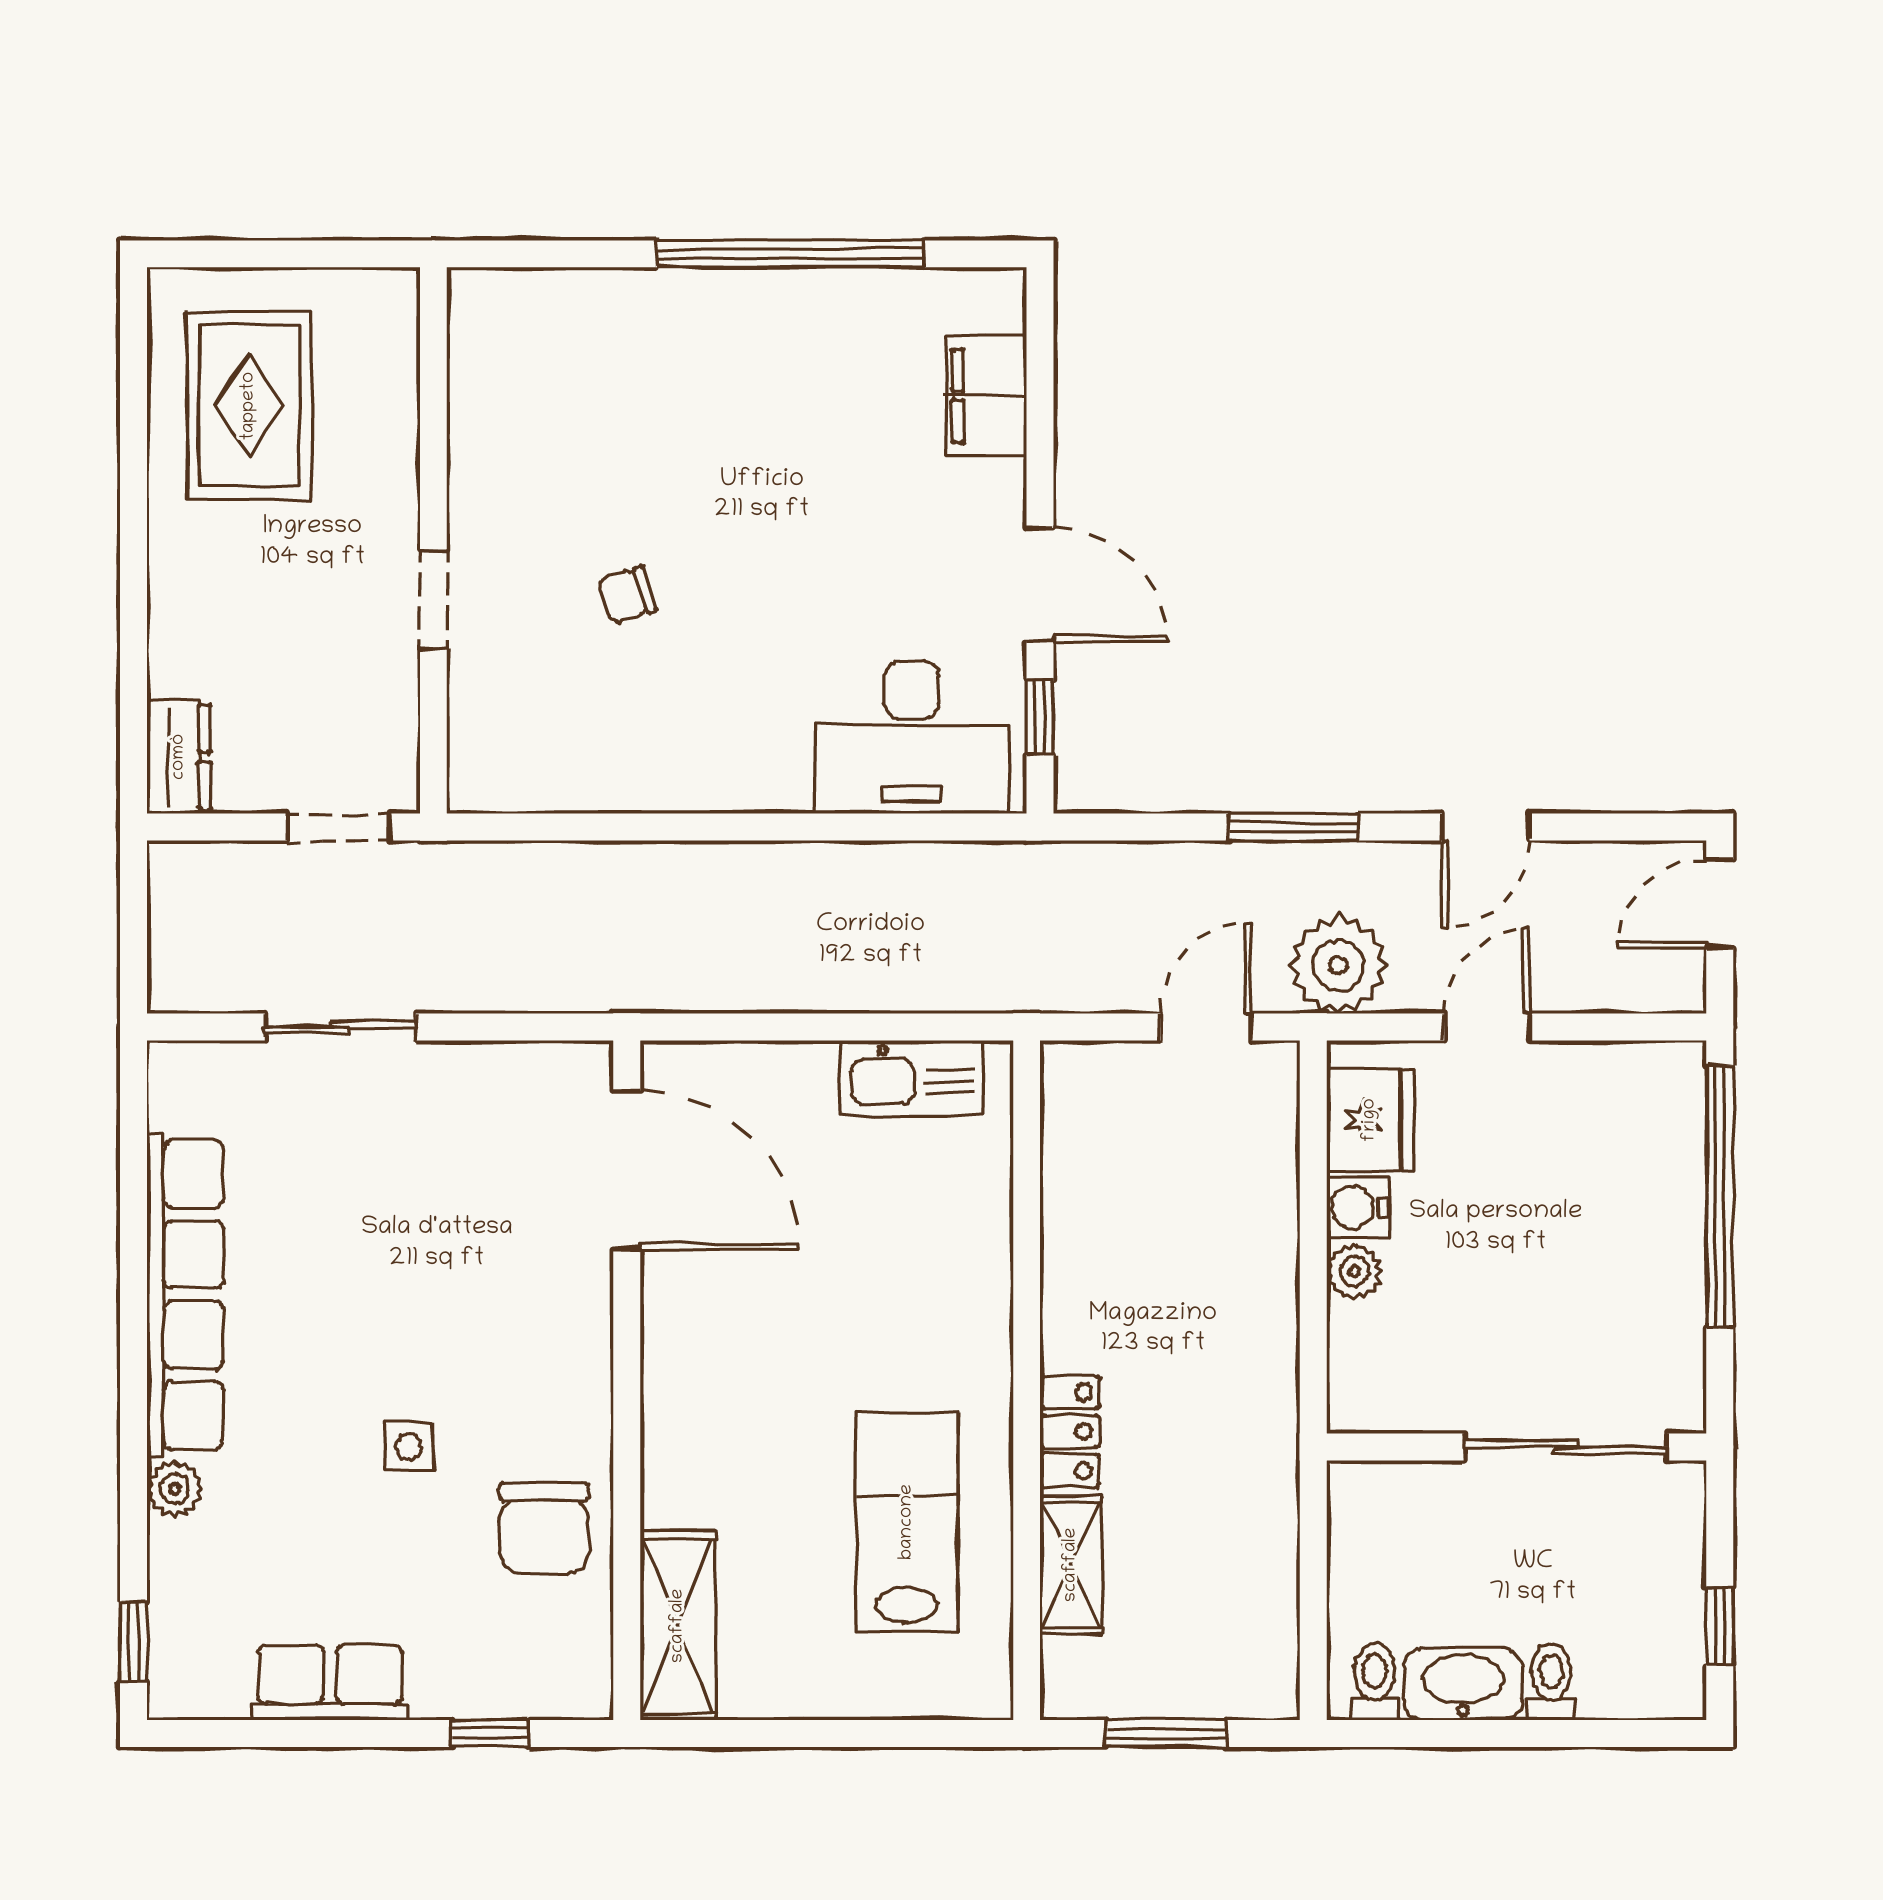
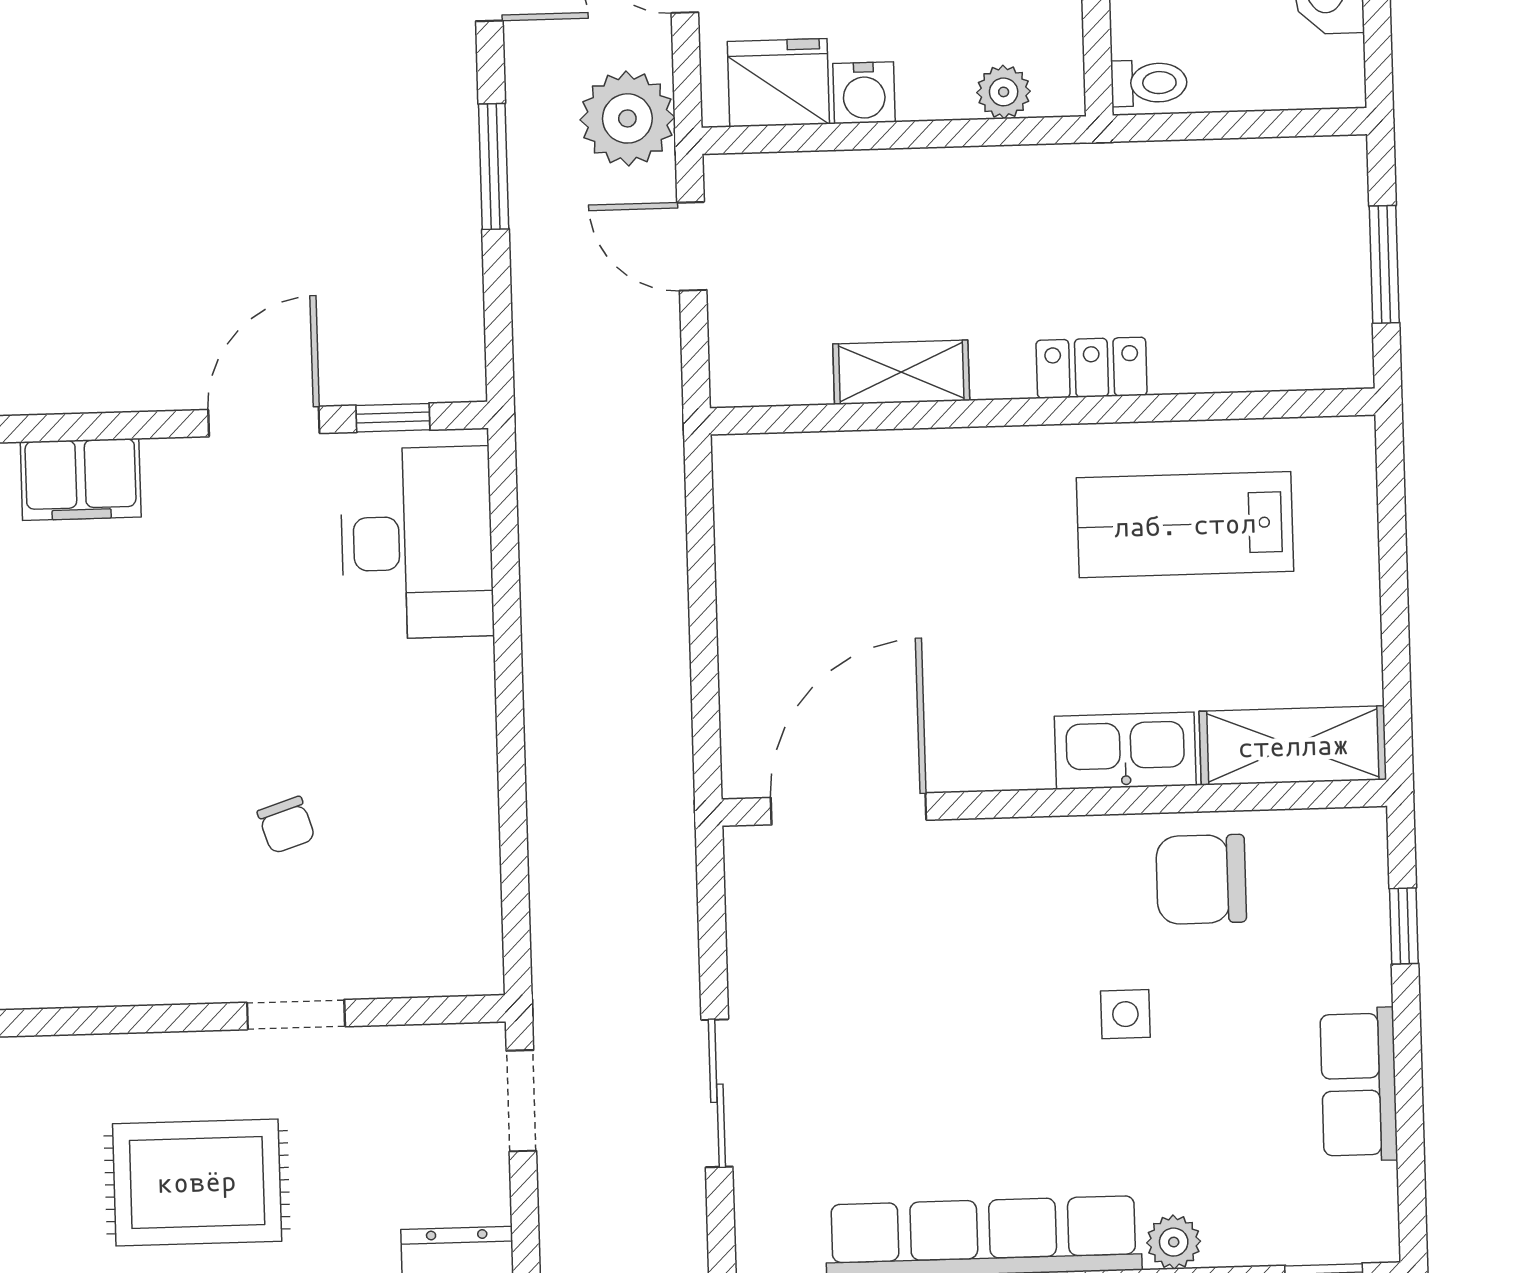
rug: (249, 406) -> (197, 1182), moved
kitchen sink: (911, 1078) -> (1125, 751), moved, turned -90
plant: (1354, 1271) -> (1004, 92), moved
chair: (544, 1528) -> (1201, 879), turned 180
shelving: (1071, 1565) -> (901, 372), moved
toilet: (1375, 1682) -> (1149, 83), moved, turned 180

